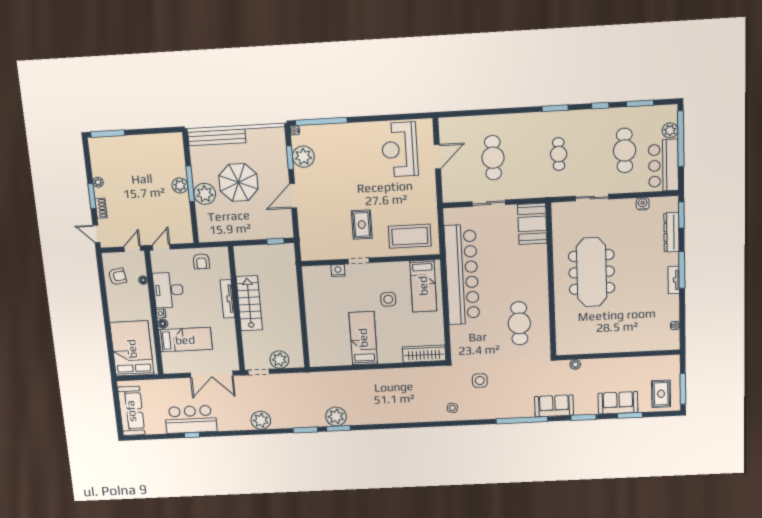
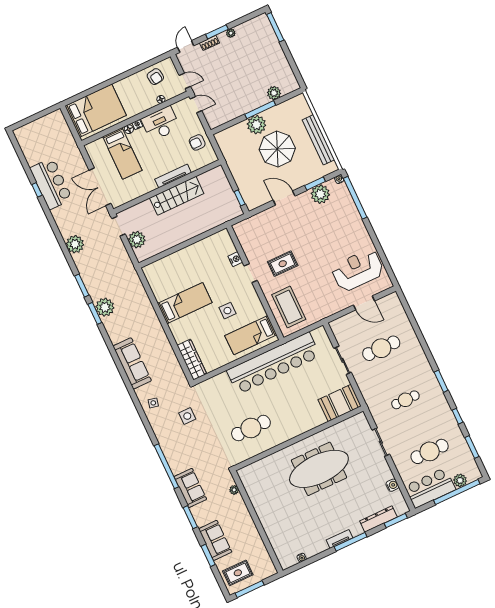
bench: (217, 137) -> (318, 140), moved
plant: (180, 185) -> (274, 93), moved
sofa: (131, 411) -> (132, 363), moved, turned -90

